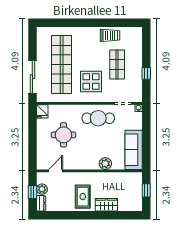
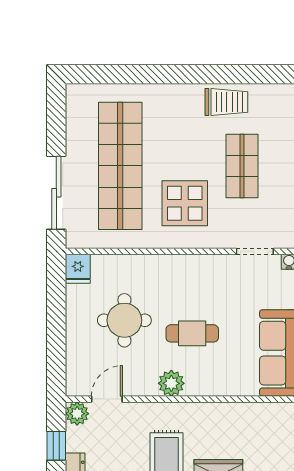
cafe table: (98, 118) -> (192, 333), moved, width x0.73, depth x0.74
plant: (105, 164) -> (171, 383), moved
plant: (42, 189) -> (77, 414), moved

